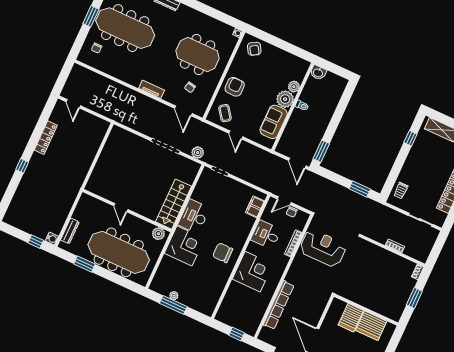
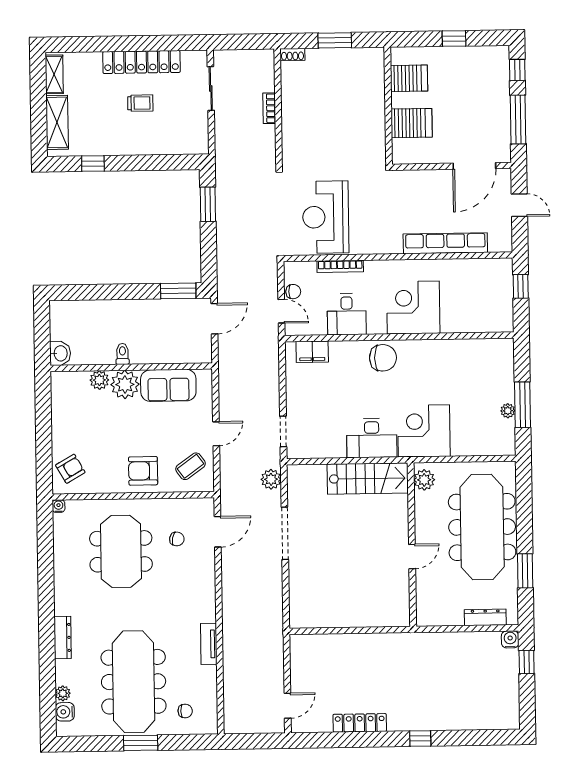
tv unit: (152, 89) -> (209, 644), moved
trolley: (401, 191) -> (140, 103), moved
chair: (223, 253) -> (383, 358), moved, turned -90
server rack: (371, 326) -> (409, 78), width x0.62

